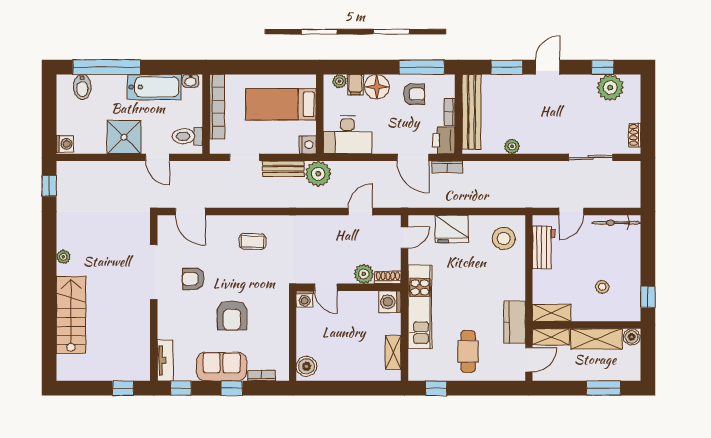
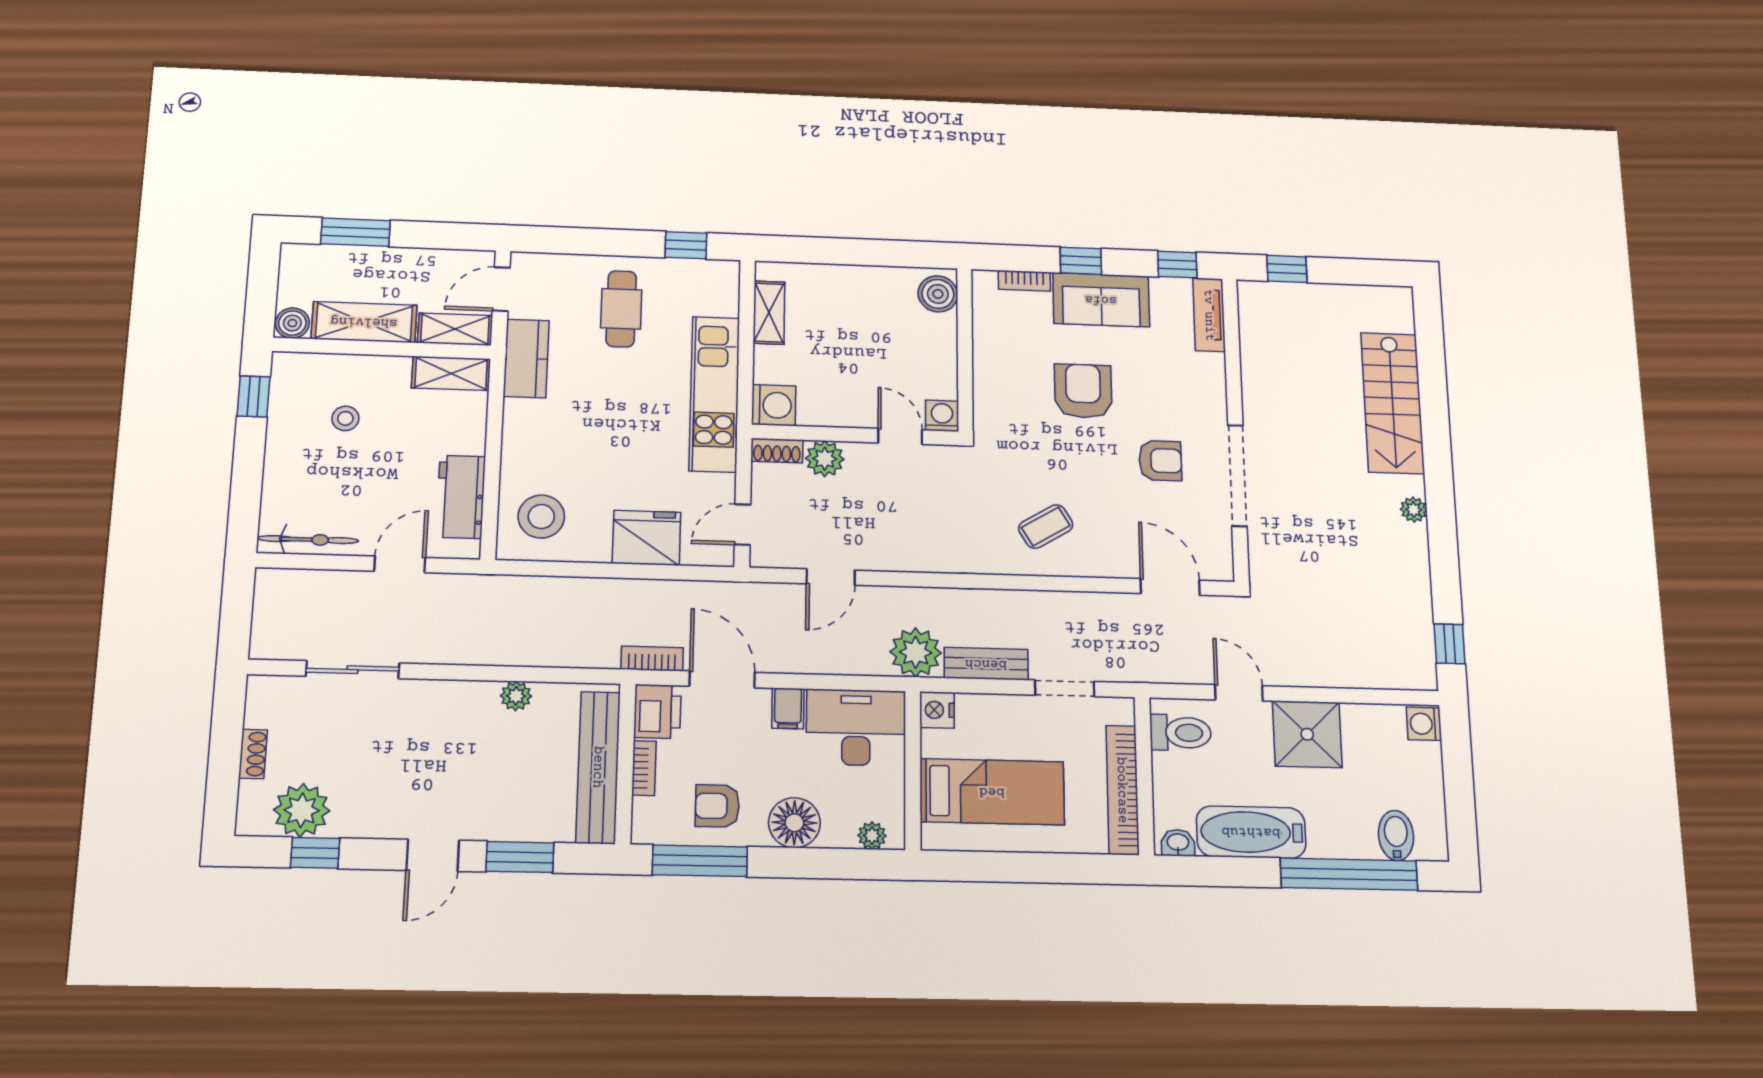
filing cabinet: (355, 85) -> (788, 708), moved, turned 180
shoe rack: (635, 135) -> (253, 754), moved
coffee table: (253, 241) -> (1046, 527), turned -33

